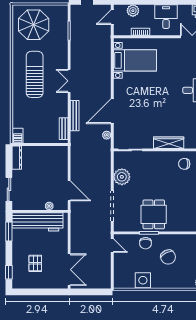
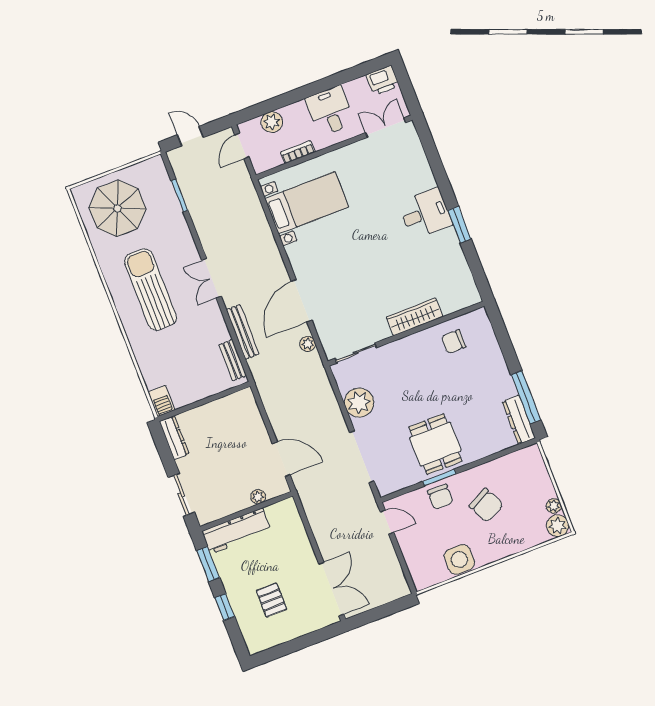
workbench: (37, 222) -> (236, 531), width x0.73, depth x0.76
window: (9, 272) -> (225, 607), moved

